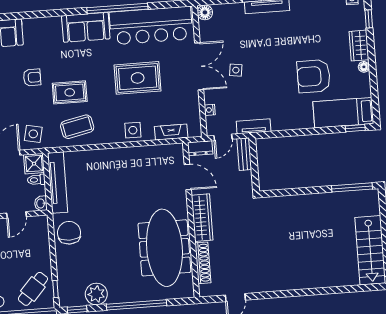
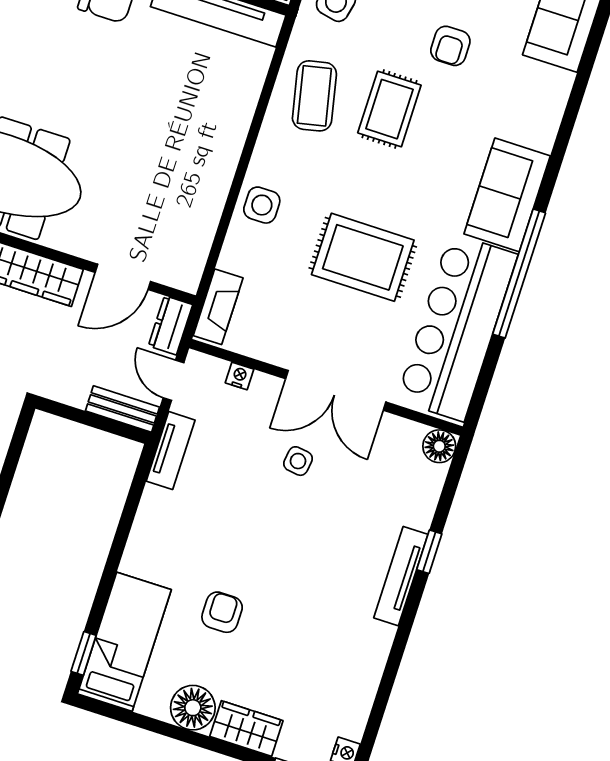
floor lamp: (364, 67) -> (193, 708), width x1.89, depth x1.89
armchair: (314, 76) -> (222, 612), width x0.53, depth x0.53
rug: (138, 78) -> (363, 257), turned 90
fireplace: (171, 132) -> (218, 307), moved

